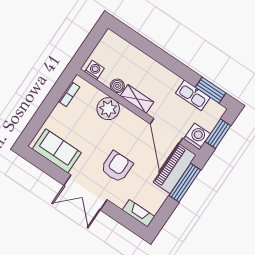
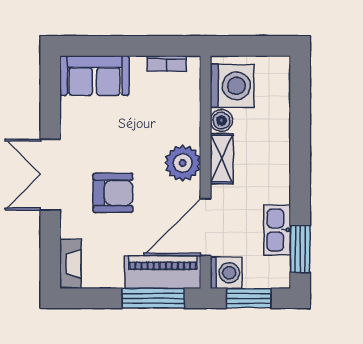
washing machine: (94, 70) -> (232, 86), width x1.89, depth x1.89
plant: (108, 109) -> (183, 163), moved
sofa: (57, 151) -> (94, 76), moved, turned 90

